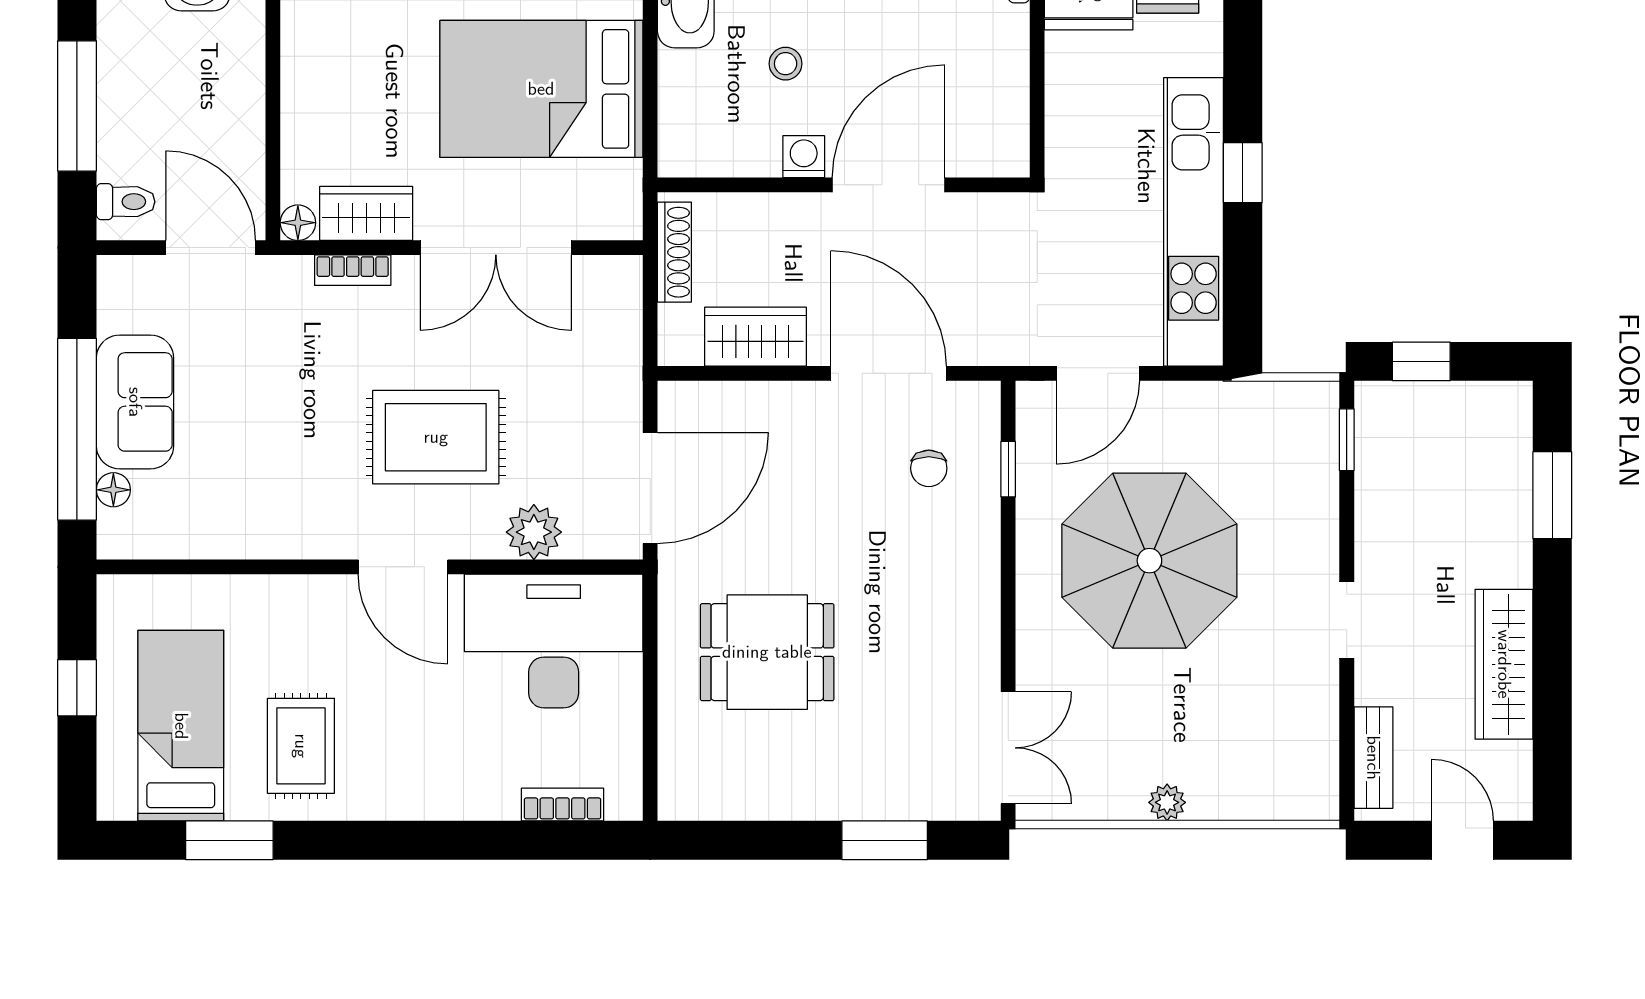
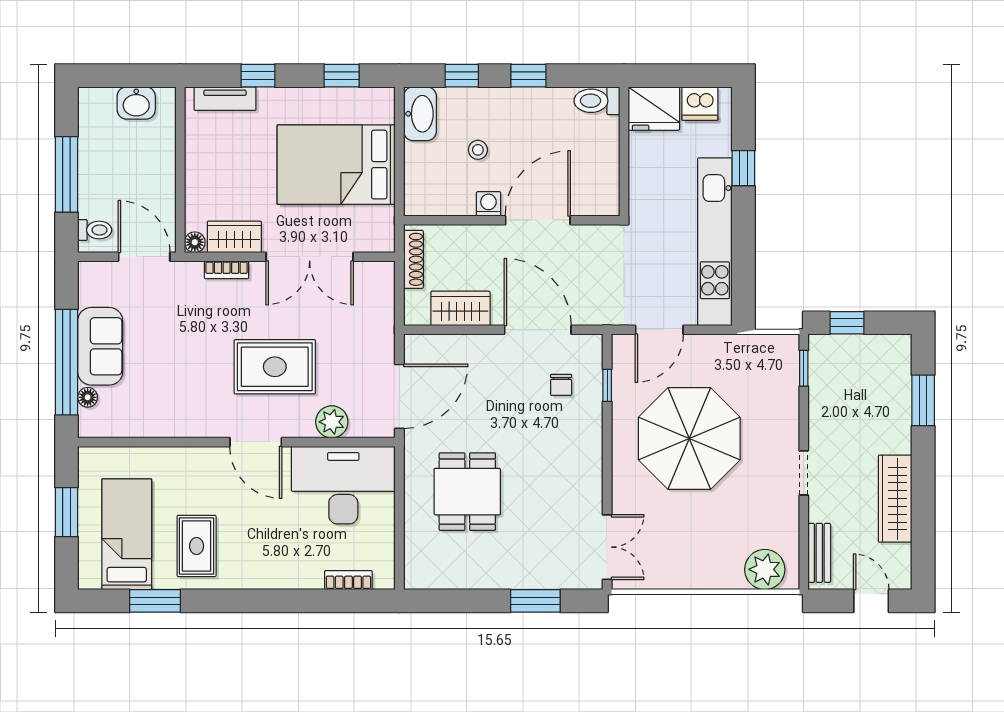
window: (1243, 173) -> (743, 168), moved
dining table: (767, 652) -> (467, 492), turned 90
window: (77, 688) -> (66, 512), width x1.50
plant: (1167, 802) -> (765, 569), moved, width x1.88, depth x1.88

